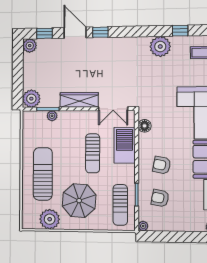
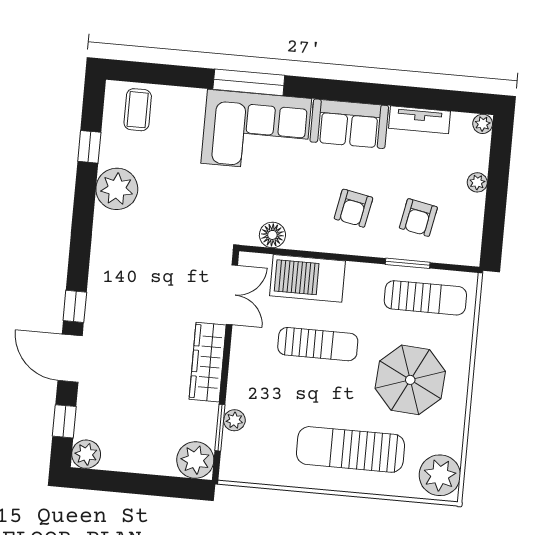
door: (75, 33) -> (70, 358), hinge flipped
plant: (50, 219) -> (440, 475), moved
plant: (143, 226) -> (477, 182), moved

